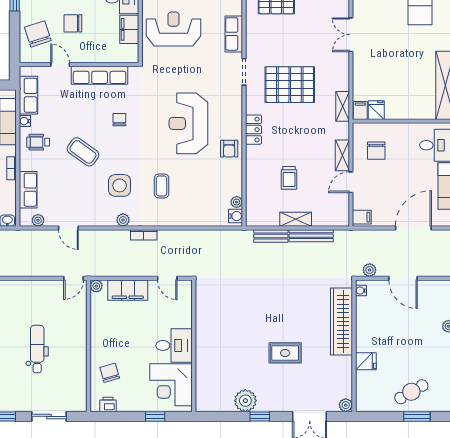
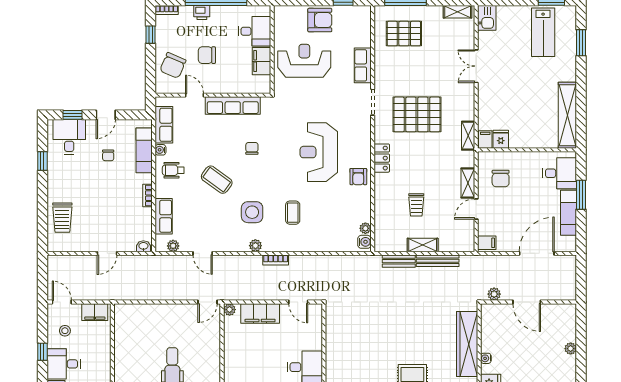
chair: (38, 34) -> (173, 65), turned -139
water cooler: (361, 291) -> (486, 358), moved

